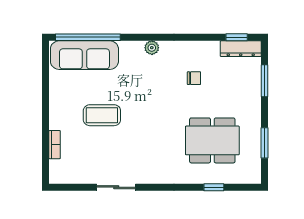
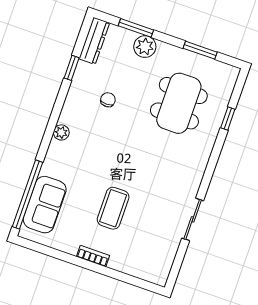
window: (237, 37) -> (72, 68), moved
sofa: (84, 55) -> (45, 205), width x0.73
plant: (251, 94) -> (145, 47), added
bookcase: (55, 145) -> (93, 256), moved

